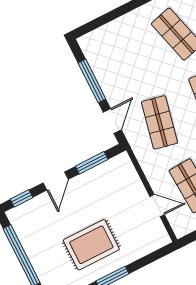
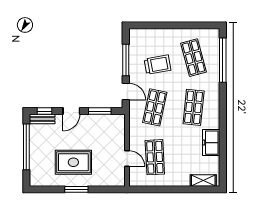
trolley: (135, 66) -> (158, 65), added
door: (112, 121) -> (126, 92), hinge flipped
bench: (24, 210) -> (42, 119), added

